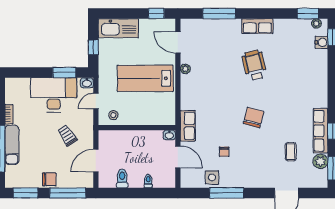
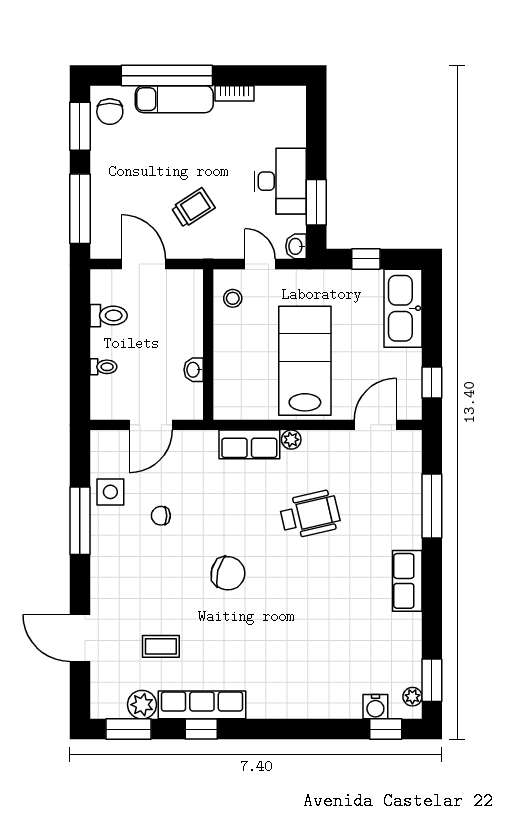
wheelchair: (254, 65) -> (310, 514), moved
plant: (185, 69) -> (291, 440), moved
desk: (54, 95) -> (280, 181), width x0.73, depth x0.77
row of seats: (188, 126) -> (249, 444), moved
washbasin: (169, 135) -> (194, 370), moved
chair: (49, 179) -> (110, 112), moved

